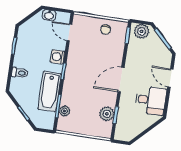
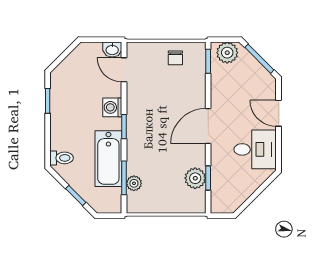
washbasin: (49, 15) -> (112, 50), moved
toilet: (20, 73) -> (62, 158), moved

